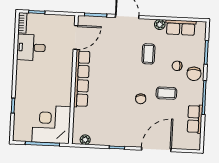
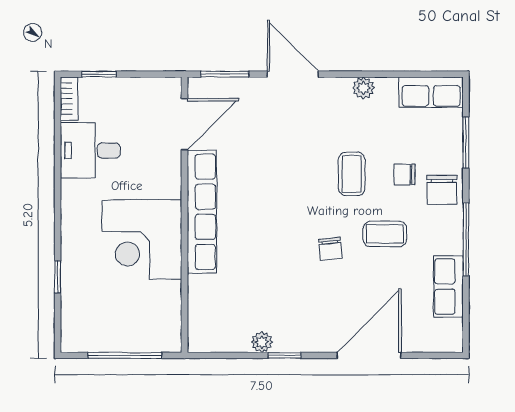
row of seats: (181, 28) -> (431, 92), moved
coffee table: (148, 54) -> (352, 174), moved
corner desk: (51, 124) -> (142, 240), moved, turned -90
plant: (85, 140) -> (262, 342), moved

